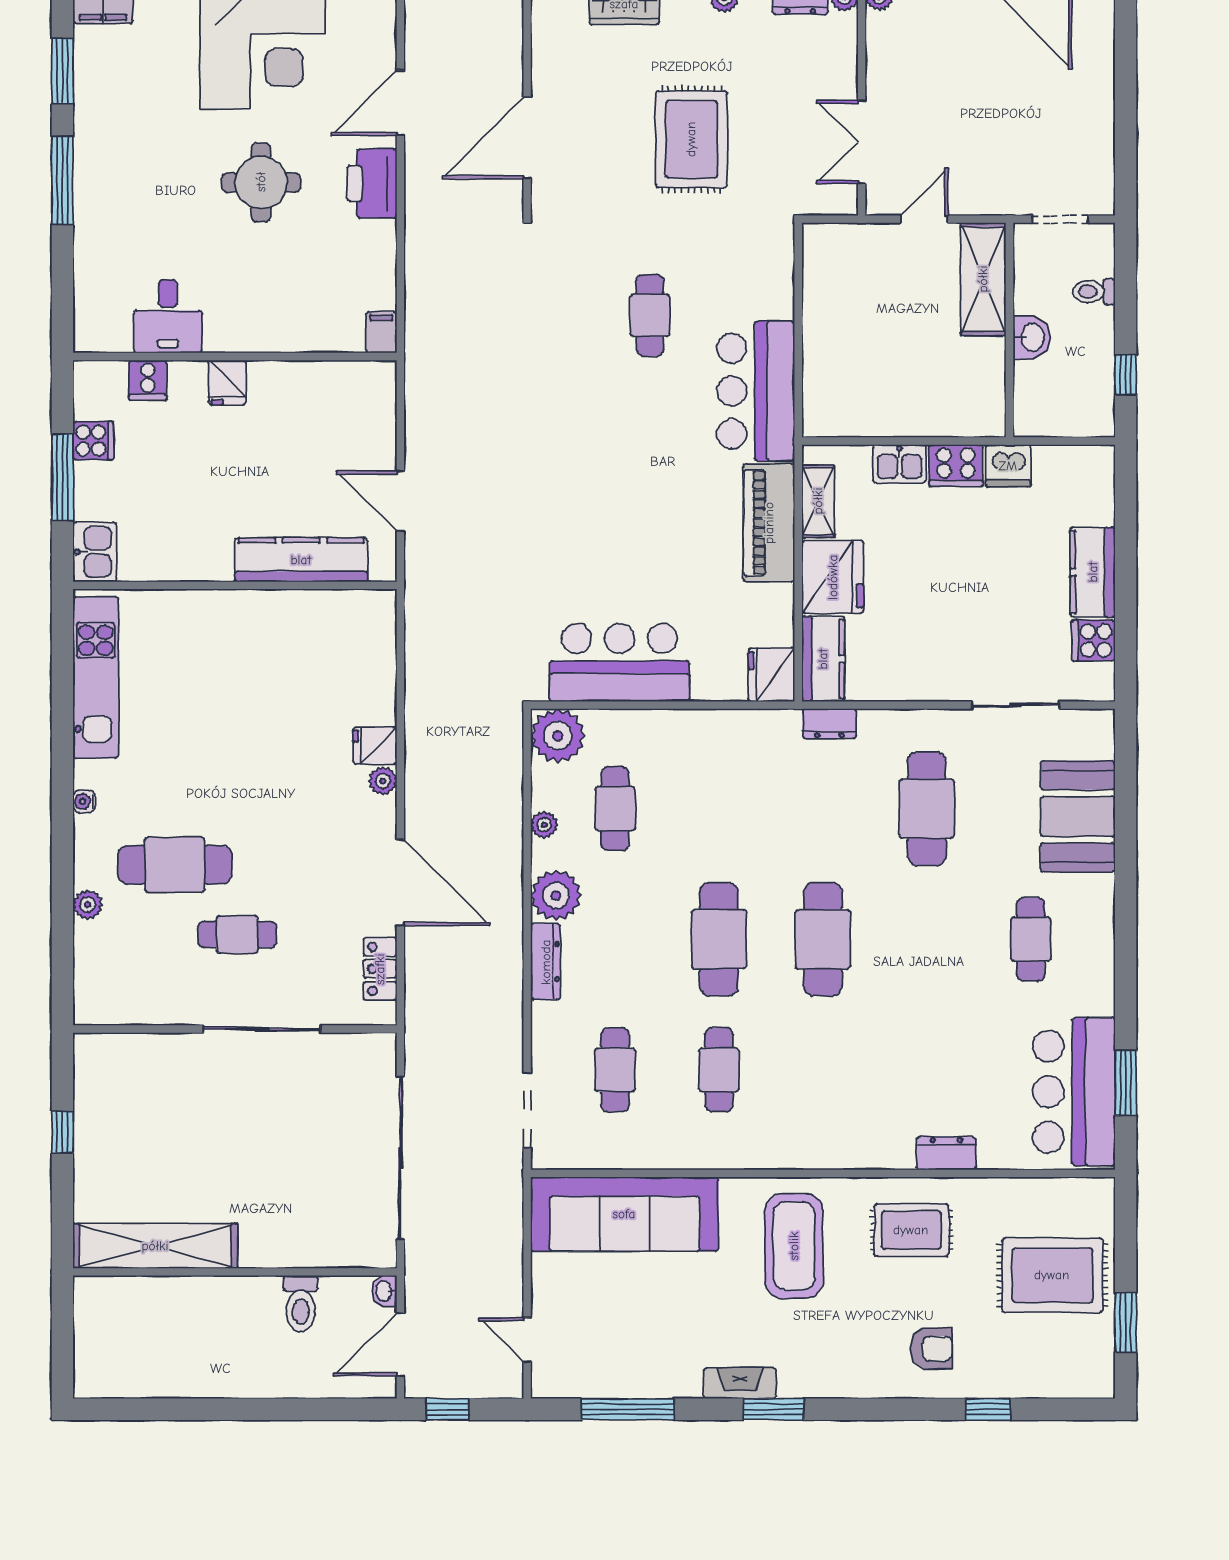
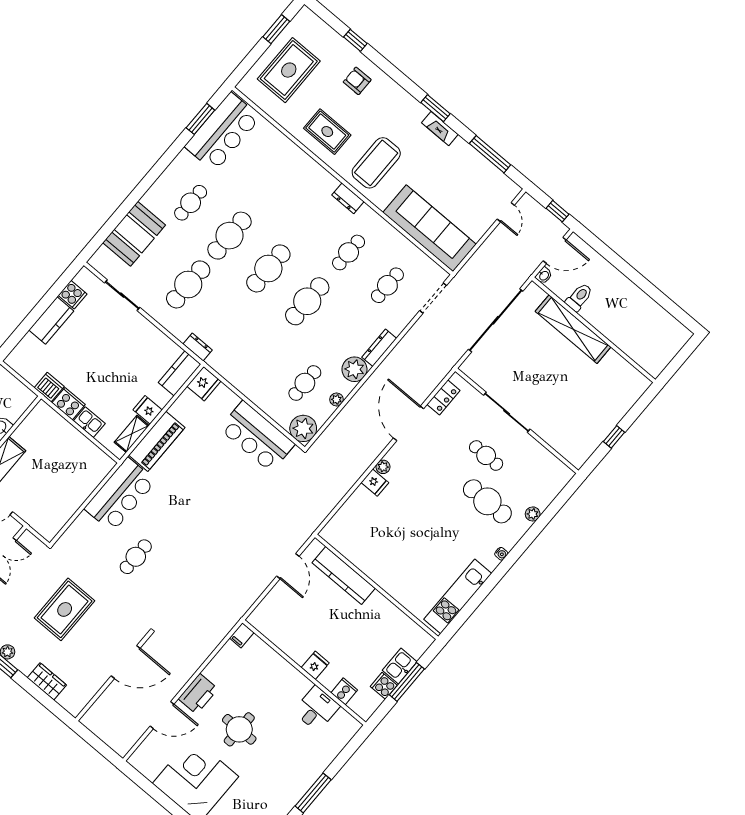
kitchen sink: (95, 552) -> (400, 666), moved
fridge: (833, 577) -> (148, 410), width x0.53, depth x0.75
cafe table: (927, 939) -> (229, 236), added
dresser: (946, 1153) -> (348, 198), moved
shelving: (155, 1246) -> (573, 329), moved
rug: (1052, 1275) -> (289, 70), turned 90

